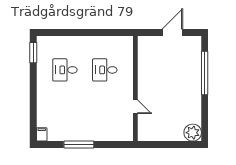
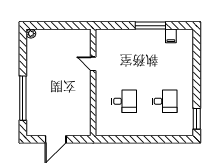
plant: (193, 133) -> (31, 34), width x0.53, depth x0.53
filing cabinet: (42, 134) -> (171, 36), moved

